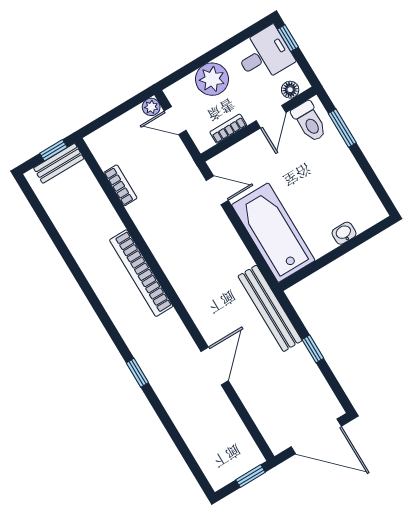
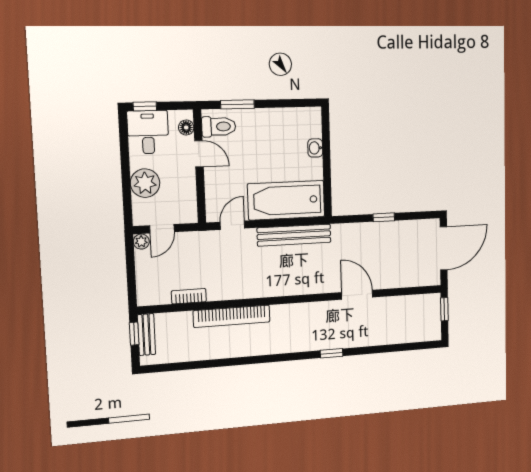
bookcase: (228, 129) -> (190, 191), removed
bookcase: (141, 273) -> (232, 316), moved
bench: (270, 308) -> (294, 235), moved

